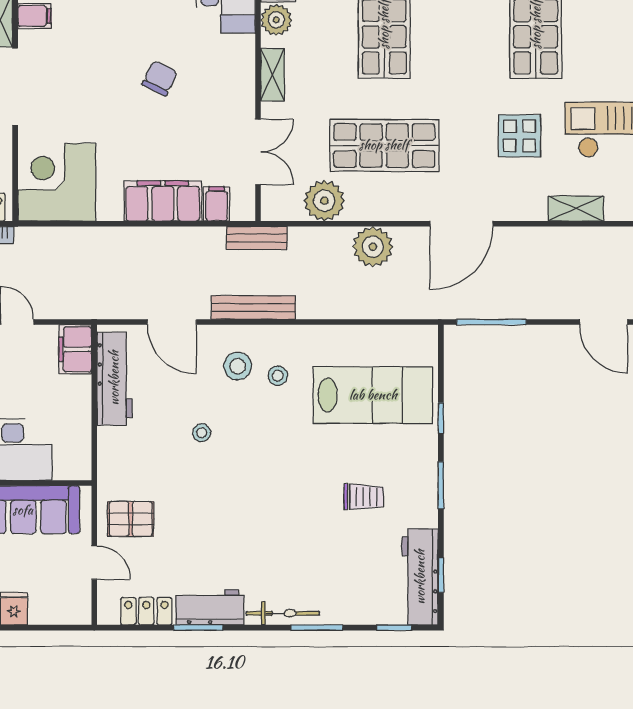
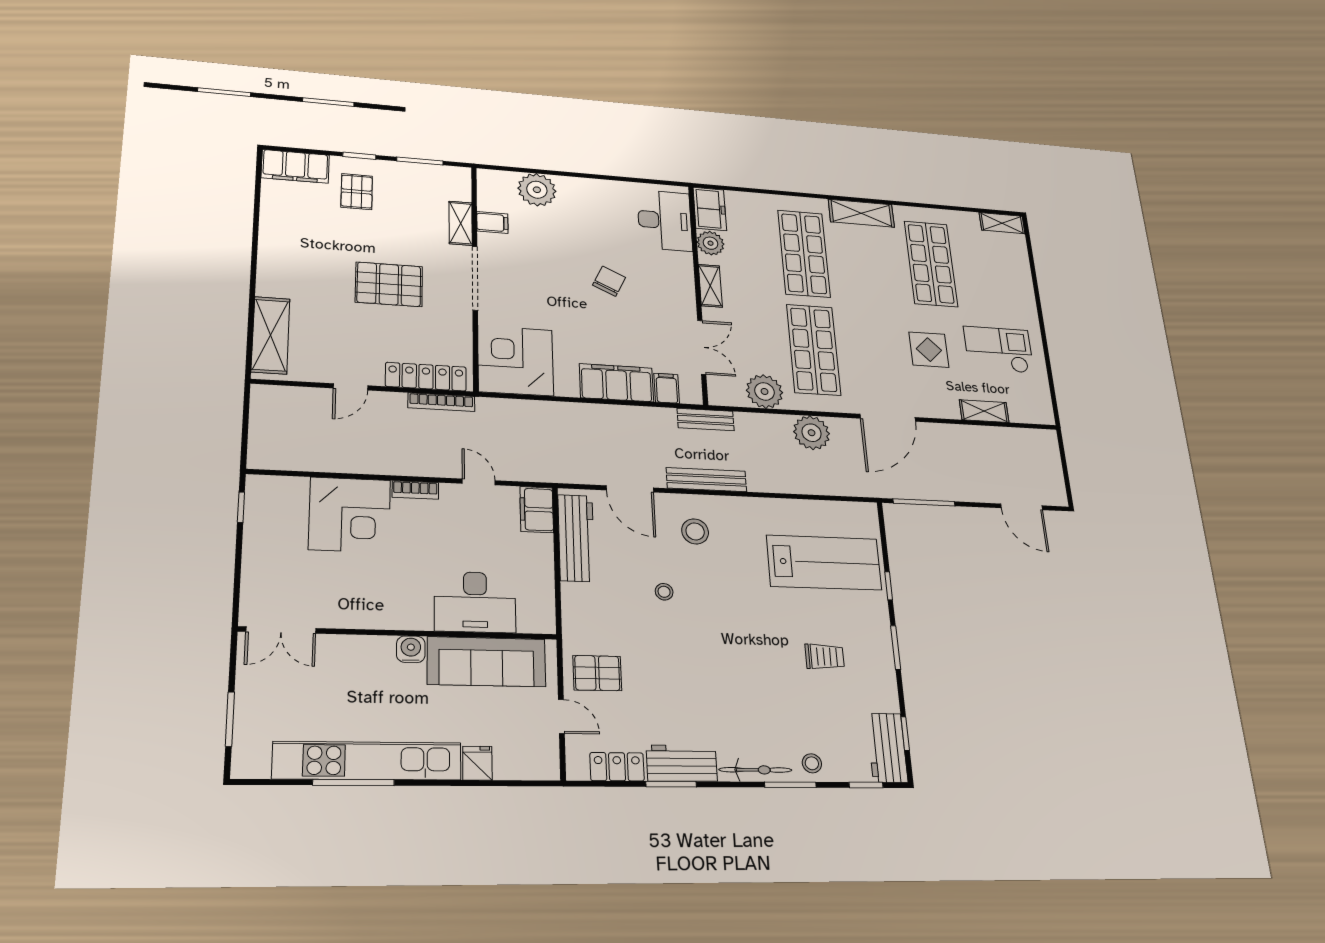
shop shelf: (384, 145) -> (813, 350), turned 90
stool: (278, 376) -> (812, 763), moved
workbench: (420, 577) -> (887, 748), width x0.73

